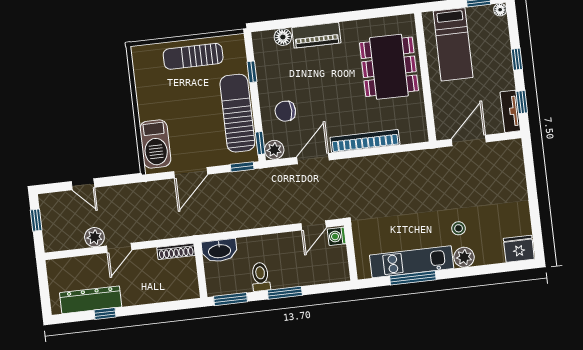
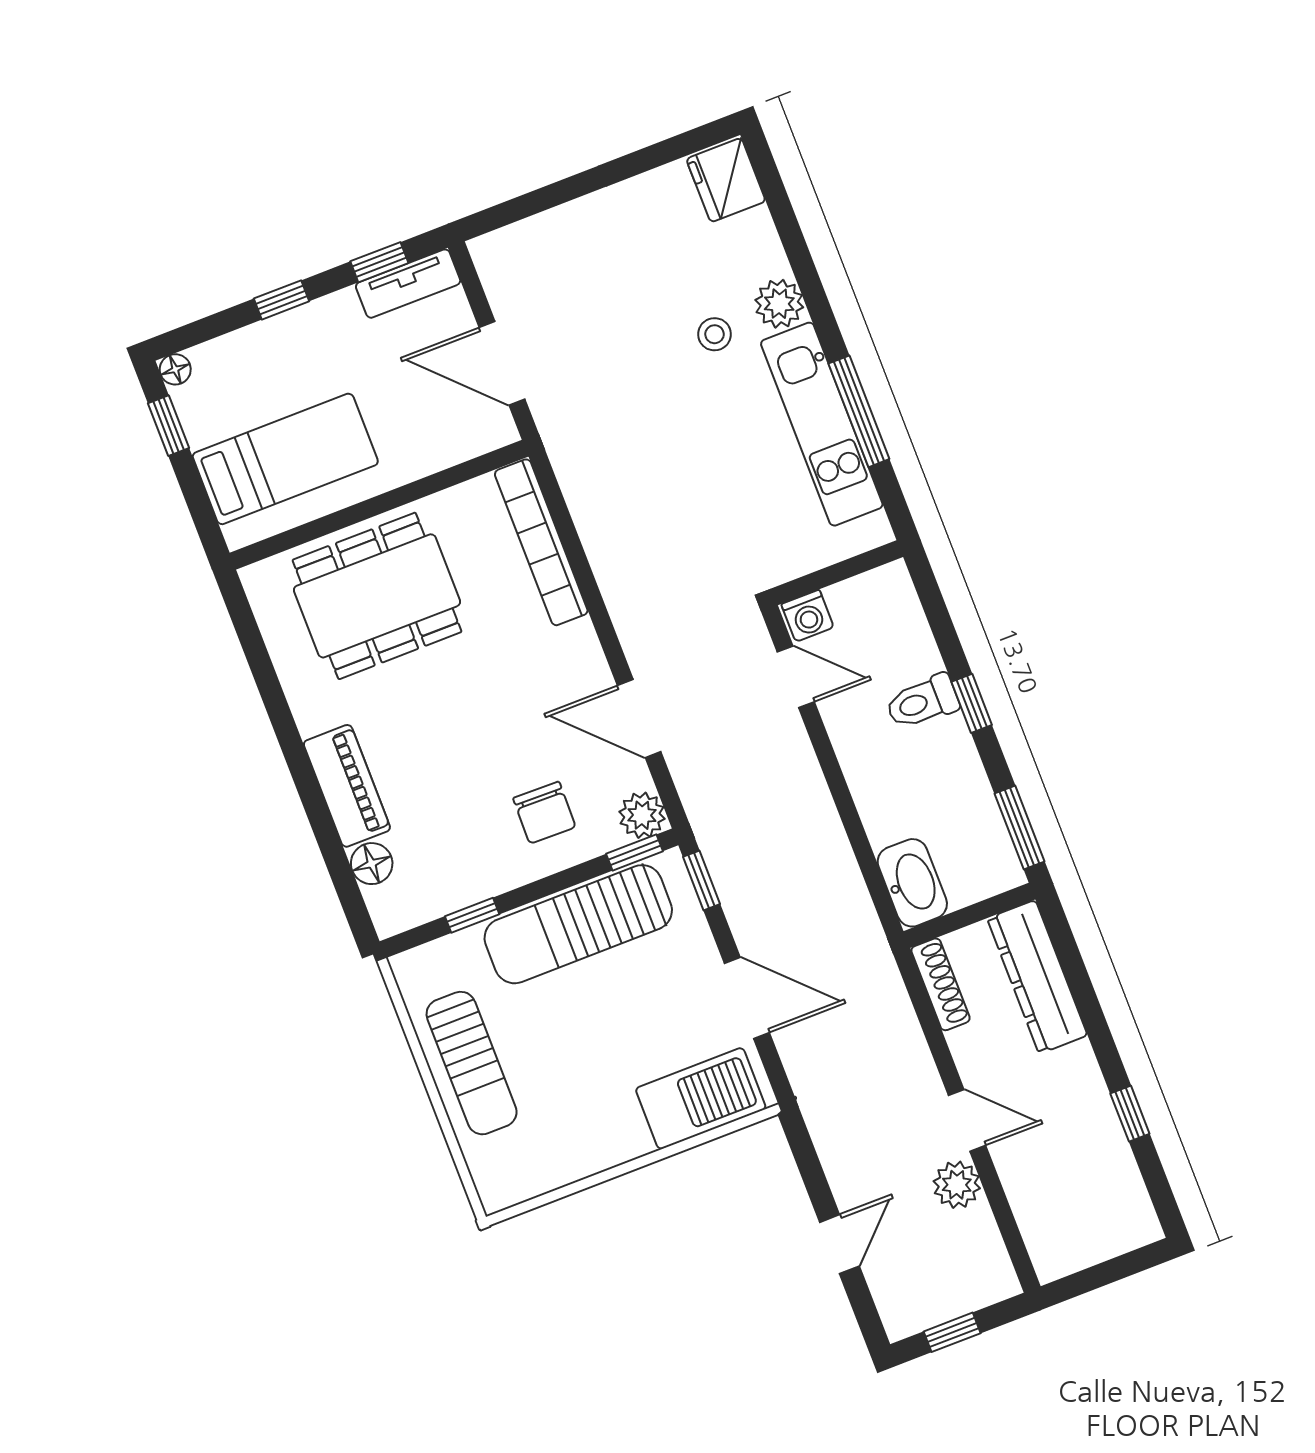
bookcase: (365, 141) -> (541, 542), moved
toilet: (261, 277) -> (922, 702), moved
window: (285, 293) -> (972, 703), width x0.67
dresser: (91, 300) -> (1037, 977), moved

